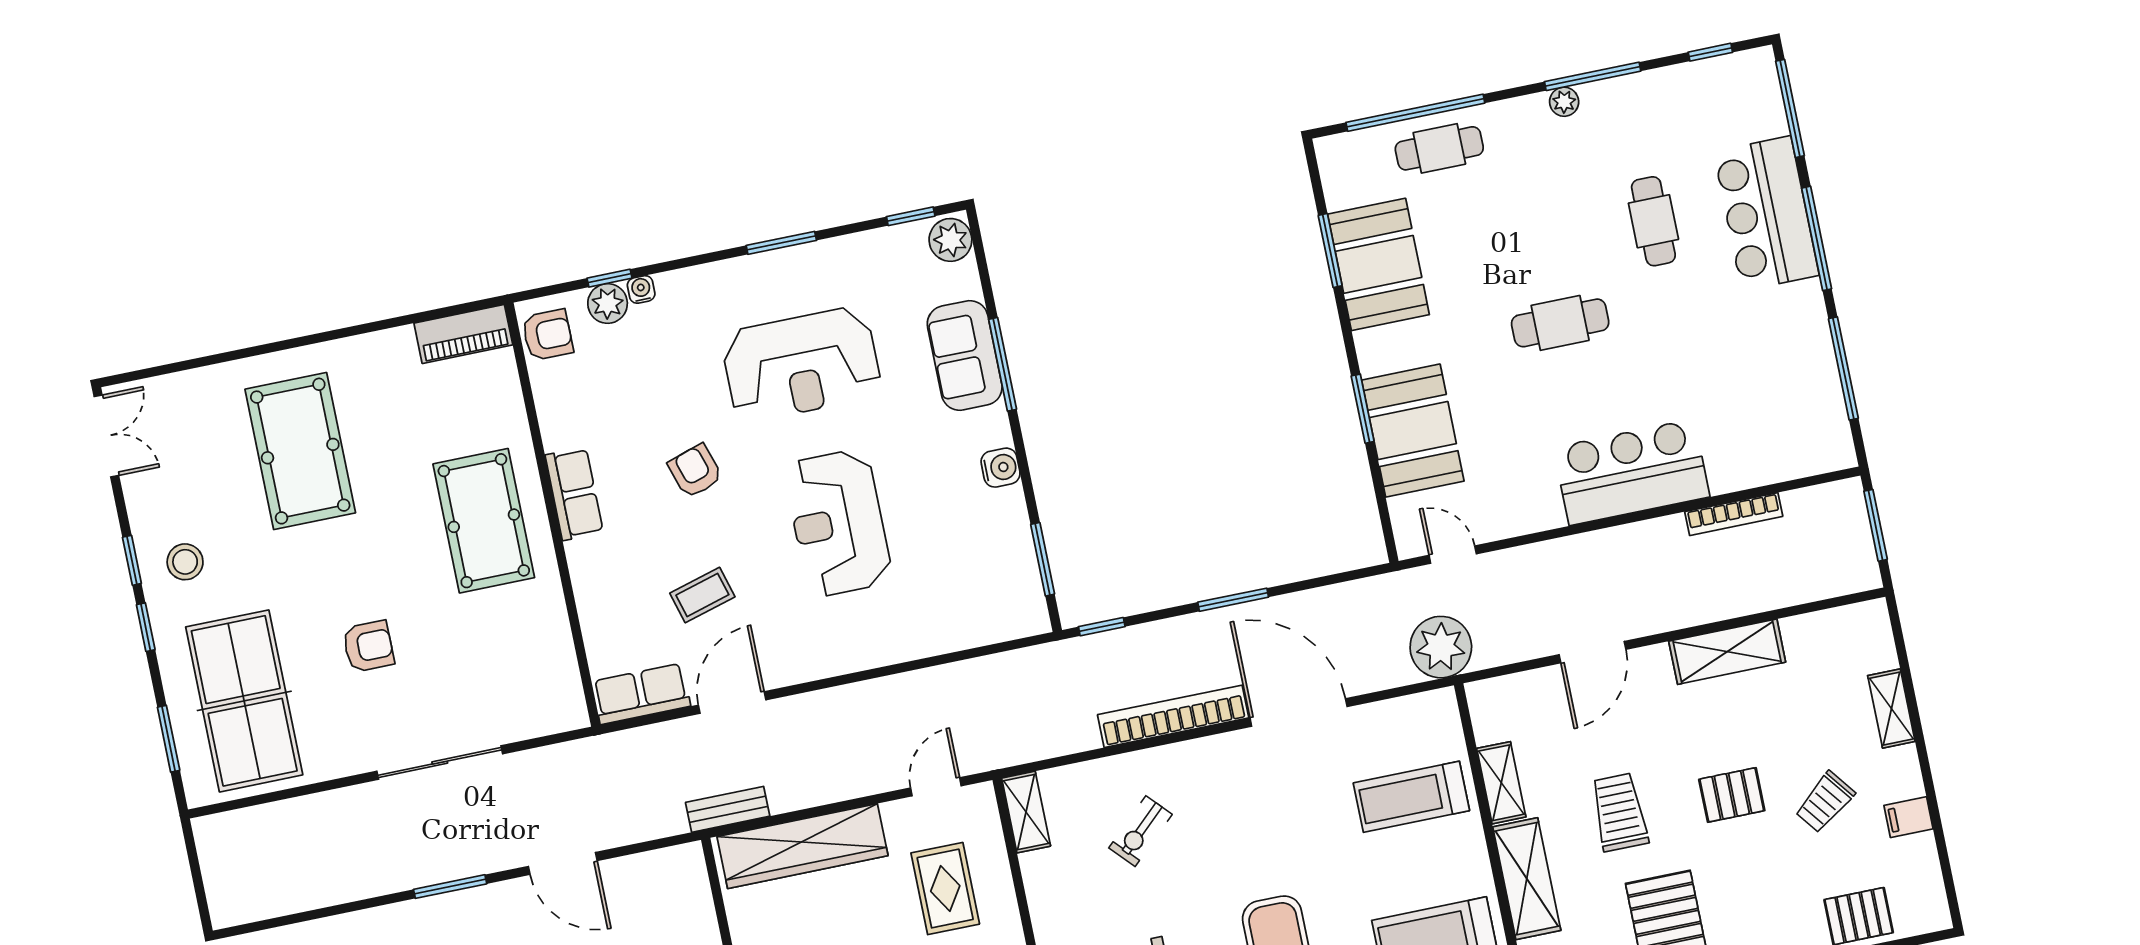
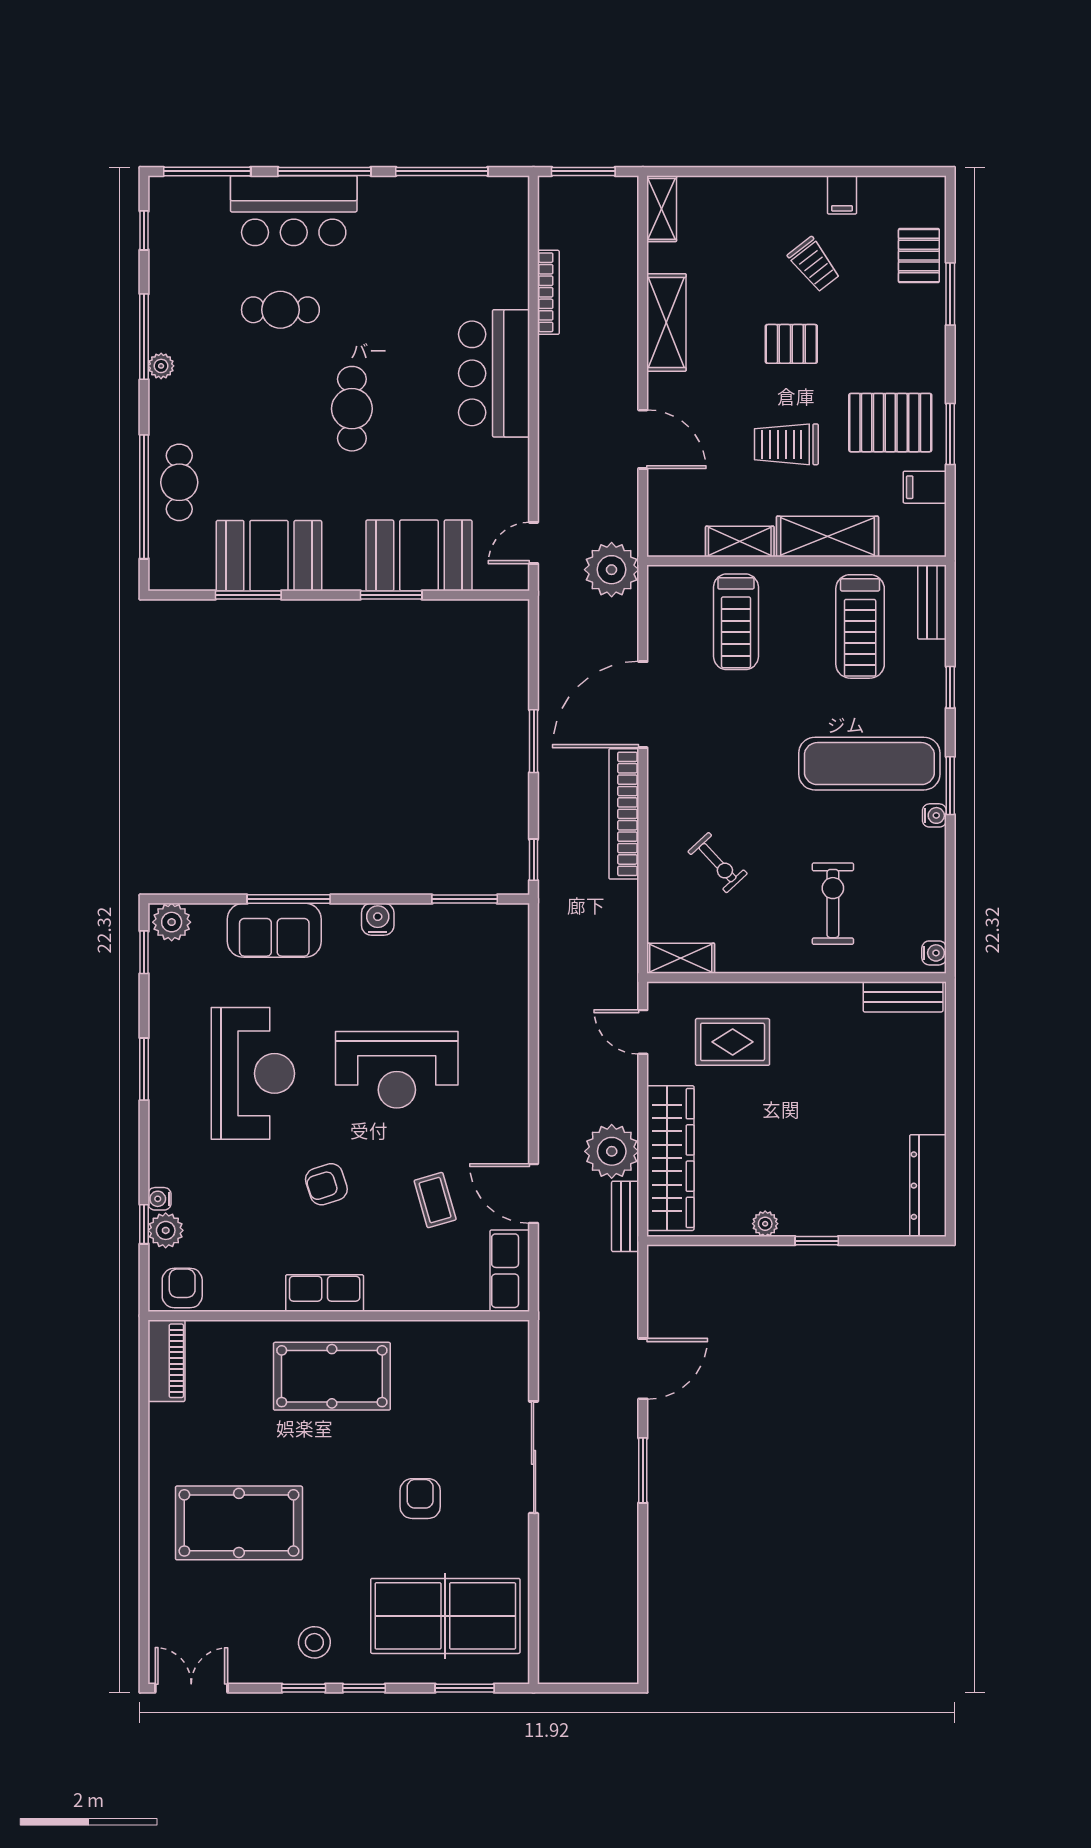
shelving: (1891, 709) -> (662, 209), moved, turned 90
plant: (797, 780) -> (612, 1151), added
pallet: (1732, 795) -> (791, 344), turned 90

